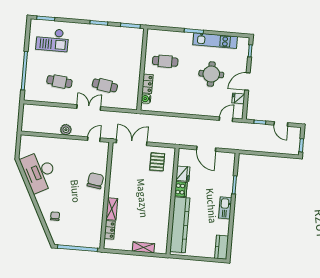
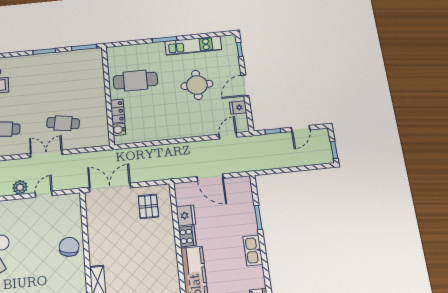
cafe table: (165, 61) -> (135, 81), width x1.37, depth x1.35
door: (281, 124) -> (300, 129), hinge flipped
door: (94, 139) -> (44, 194), moved

